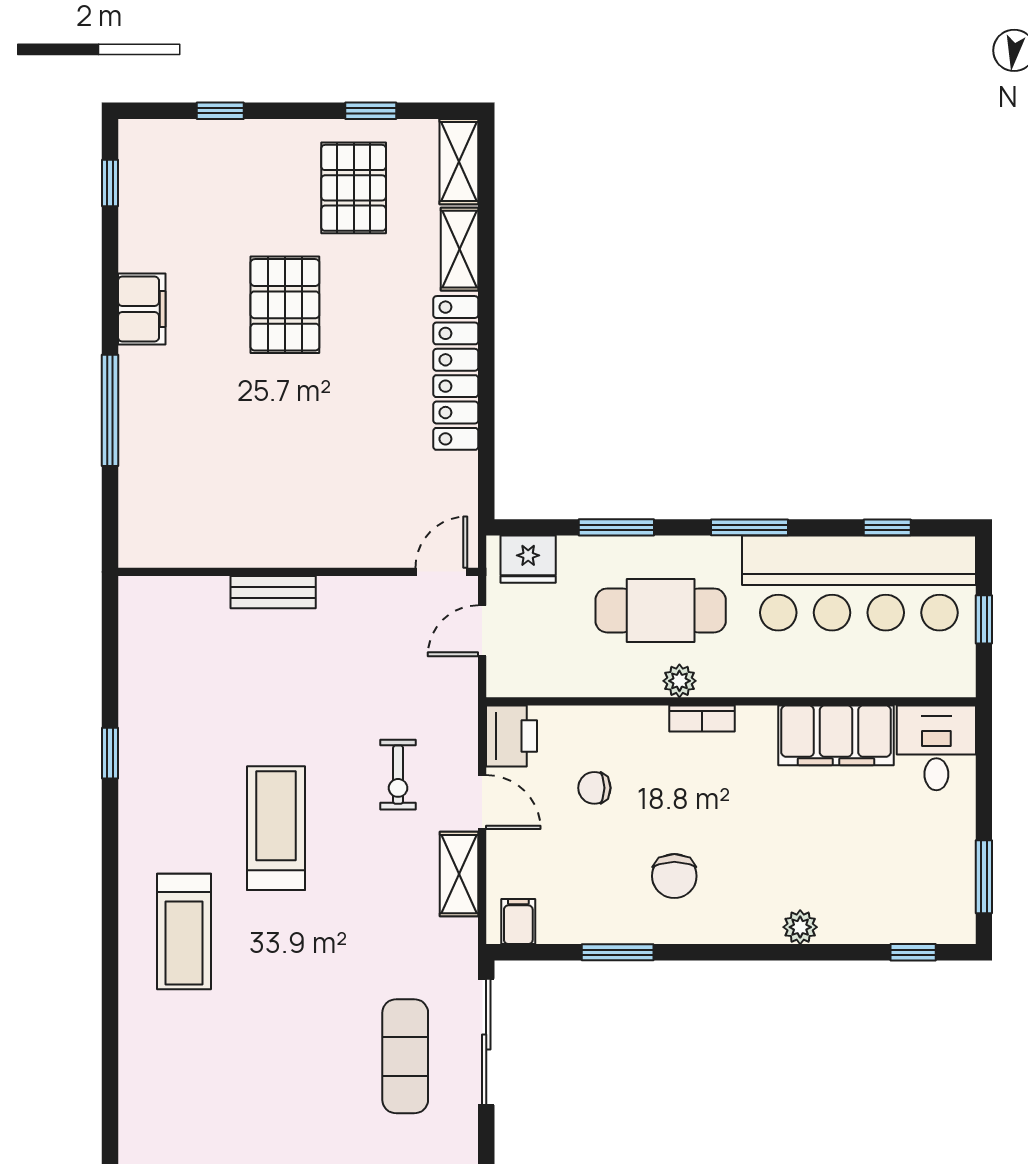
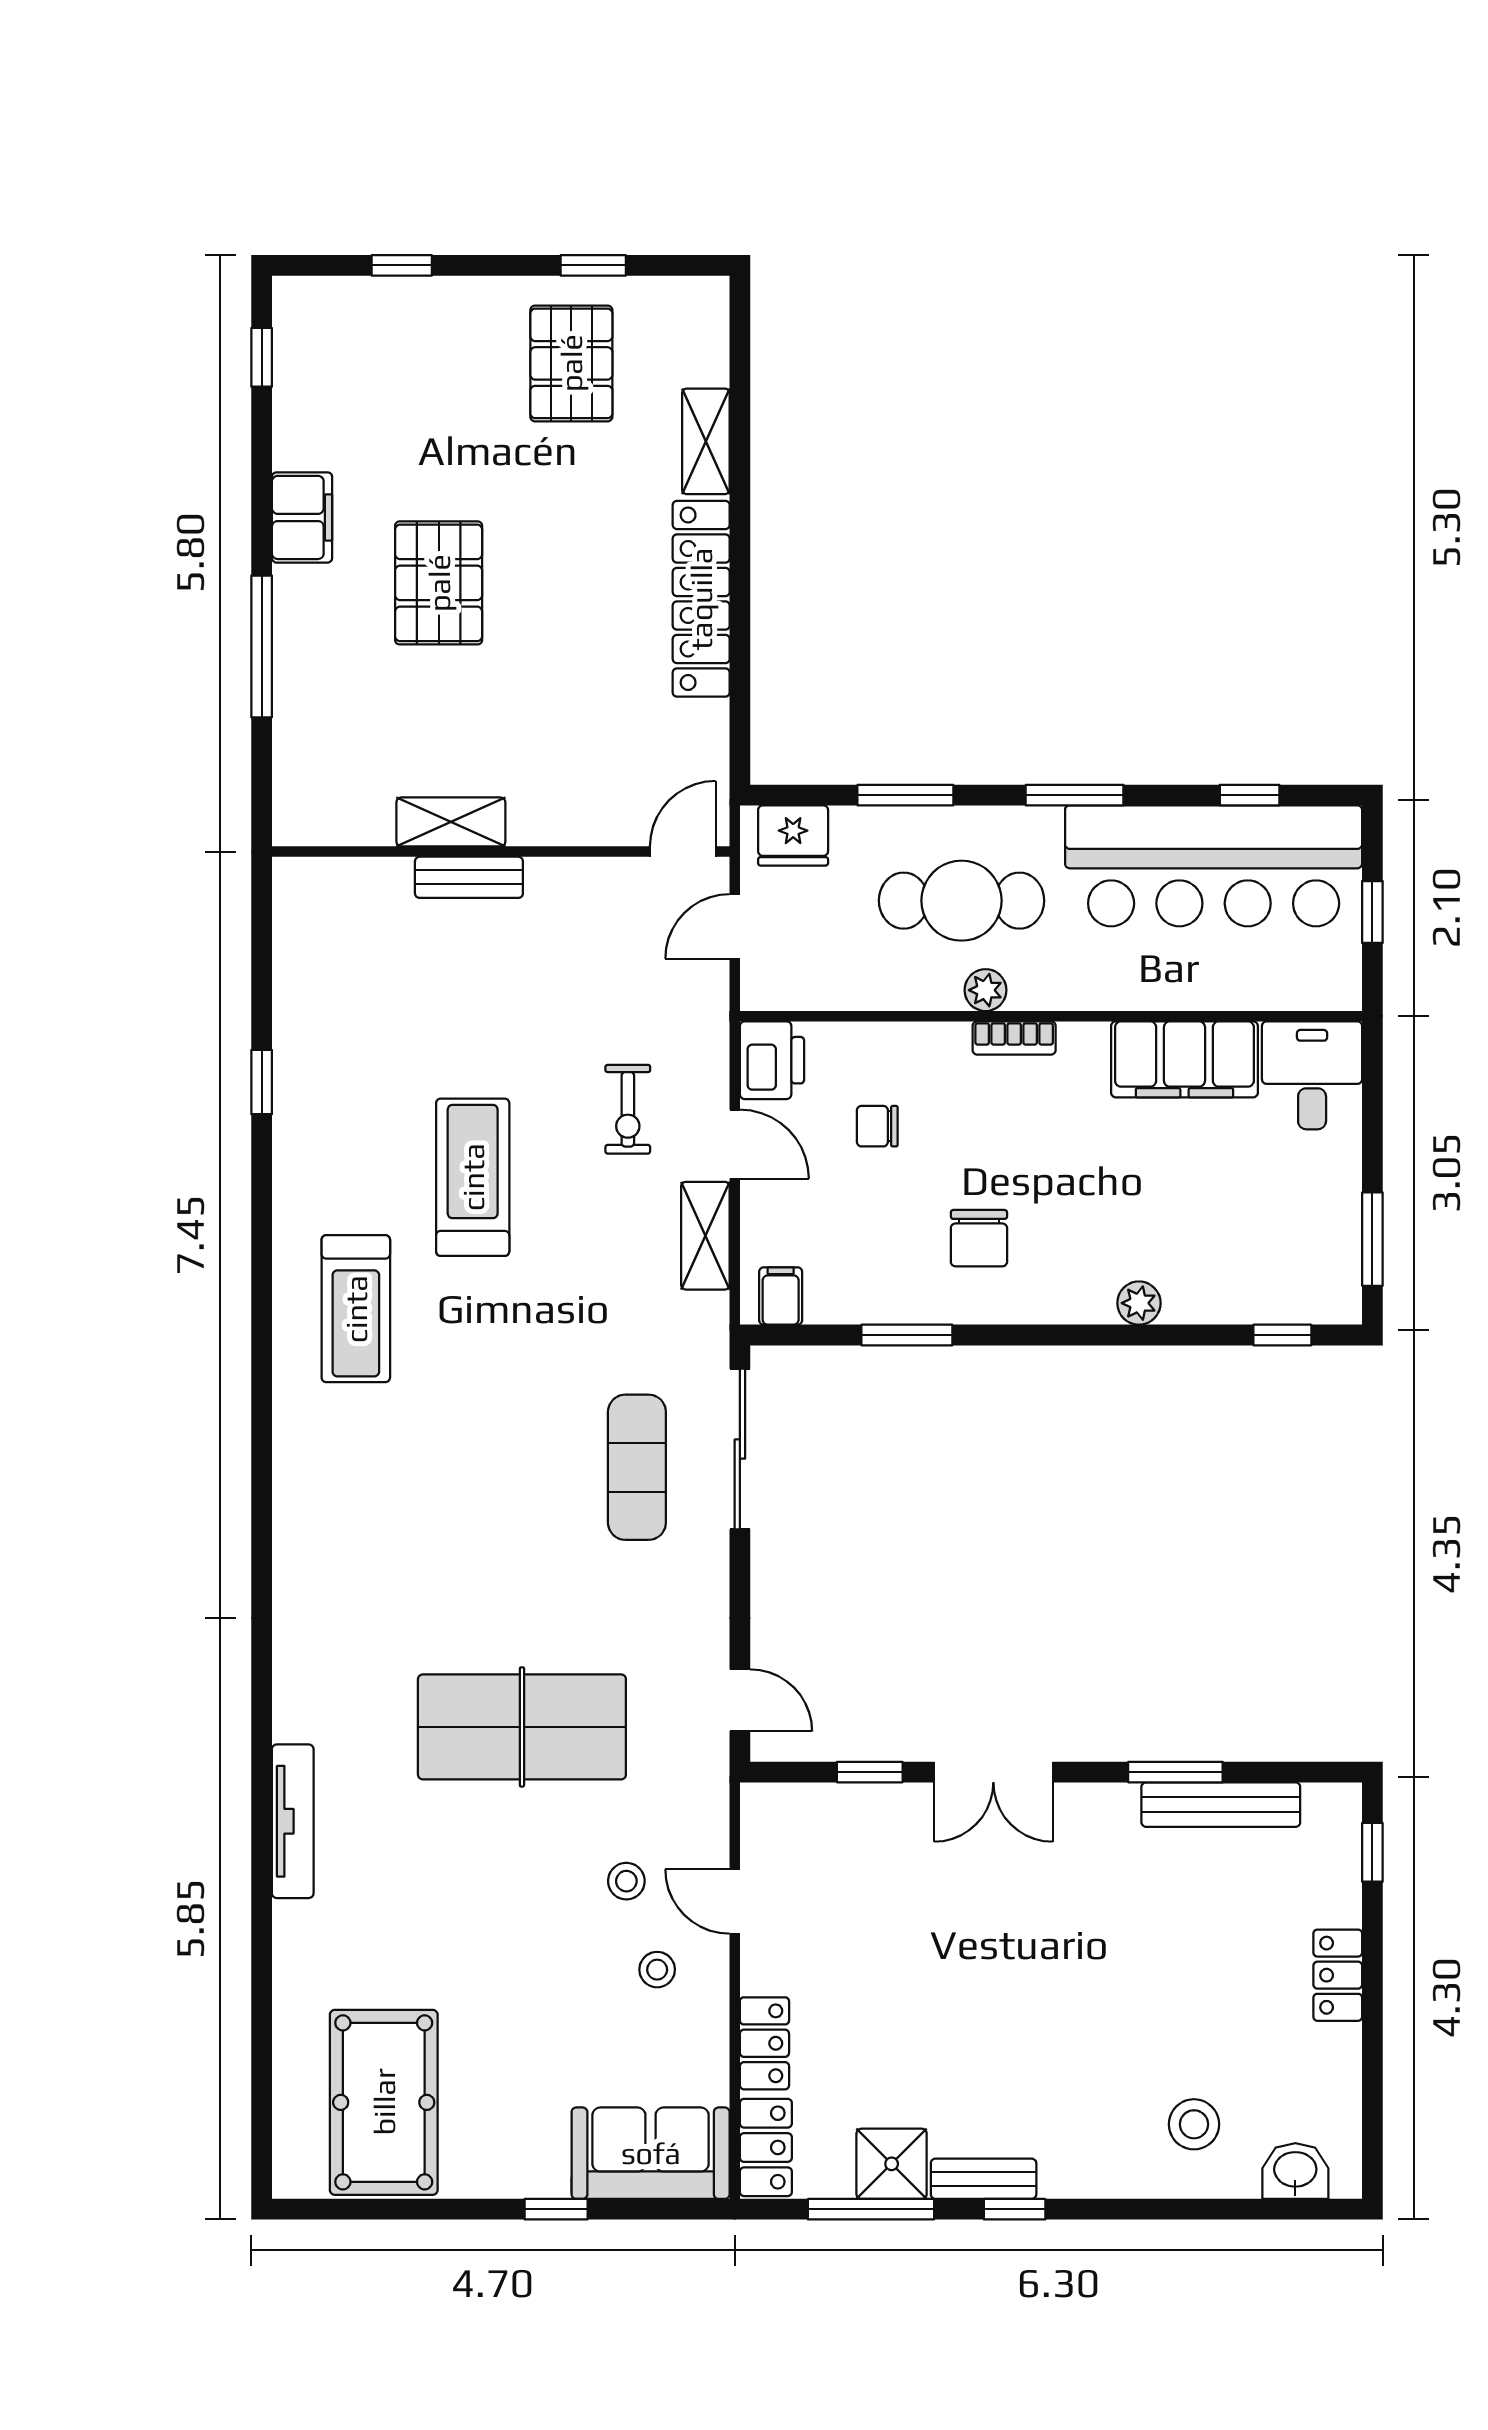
shelving: (459, 162) -> (451, 822), moved, turned 90
pallet: (285, 305) -> (439, 583), moved

